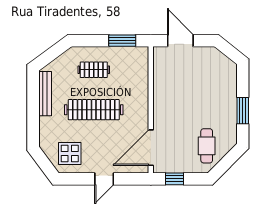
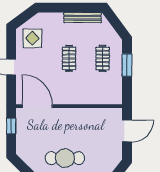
window: (122, 41) -> (127, 65), moved
clothes rail: (94, 110) -> (69, 58), width x0.54, depth x0.76
cafe table: (207, 146) -> (65, 158), moved, width x1.37, depth x1.35

